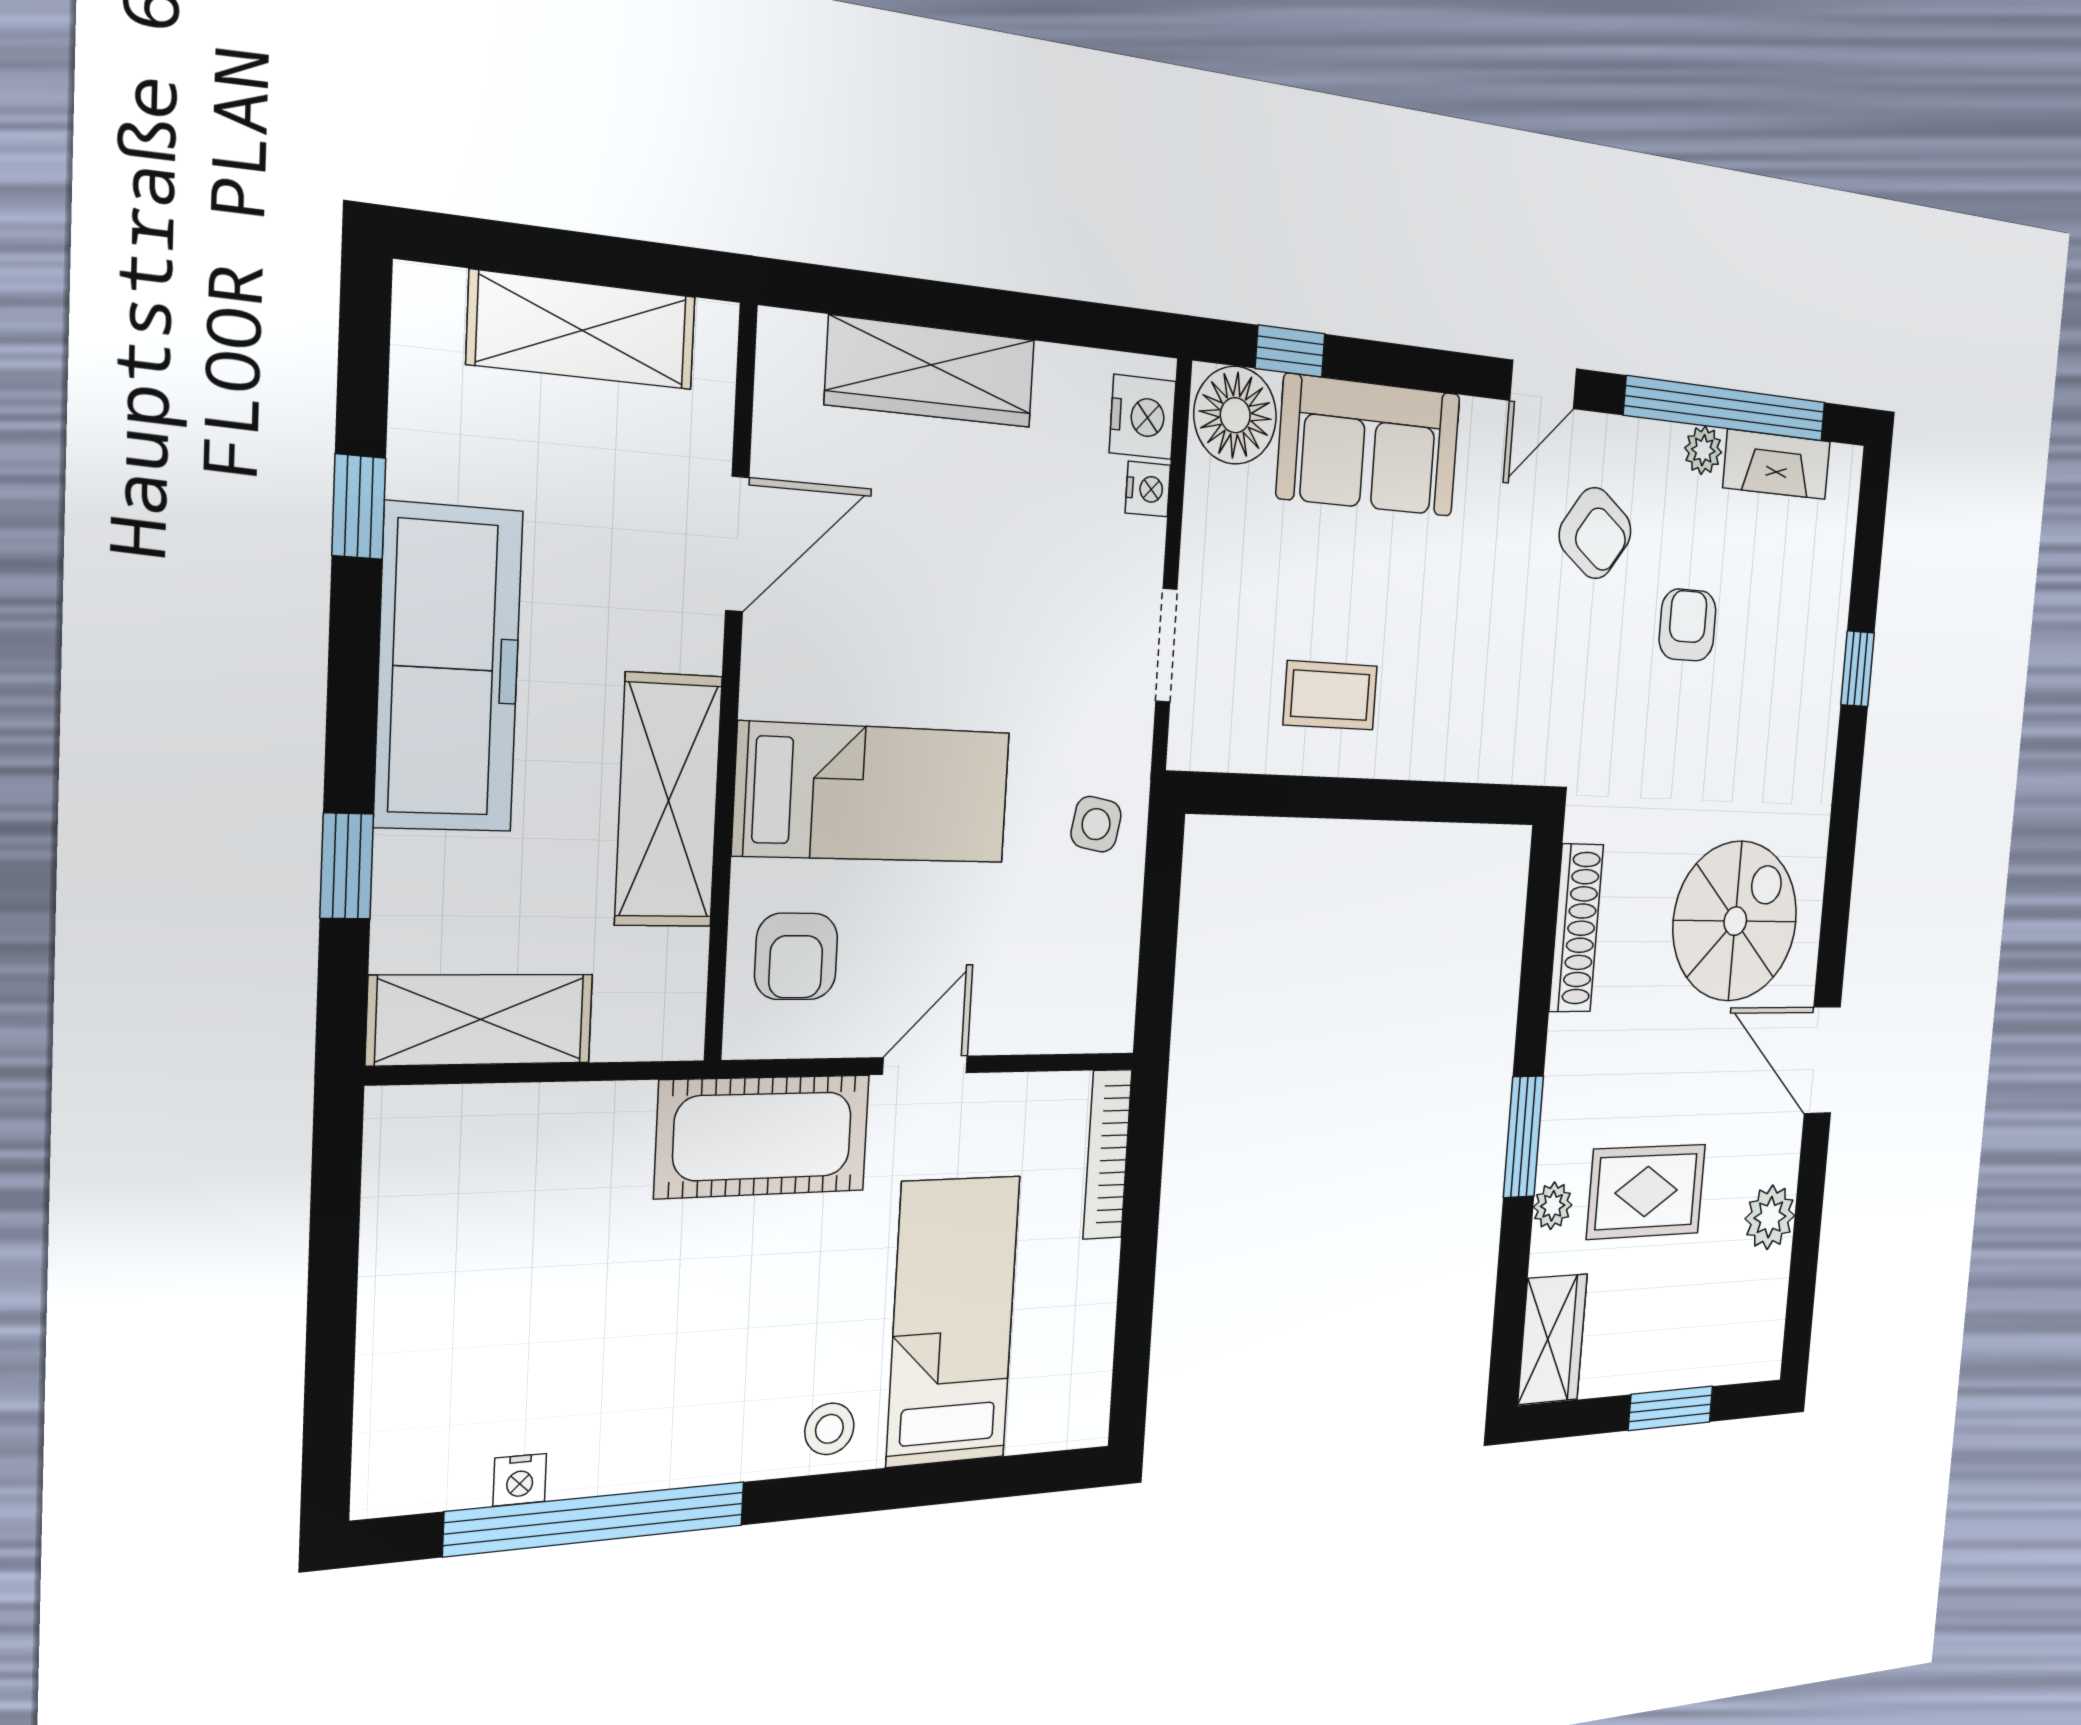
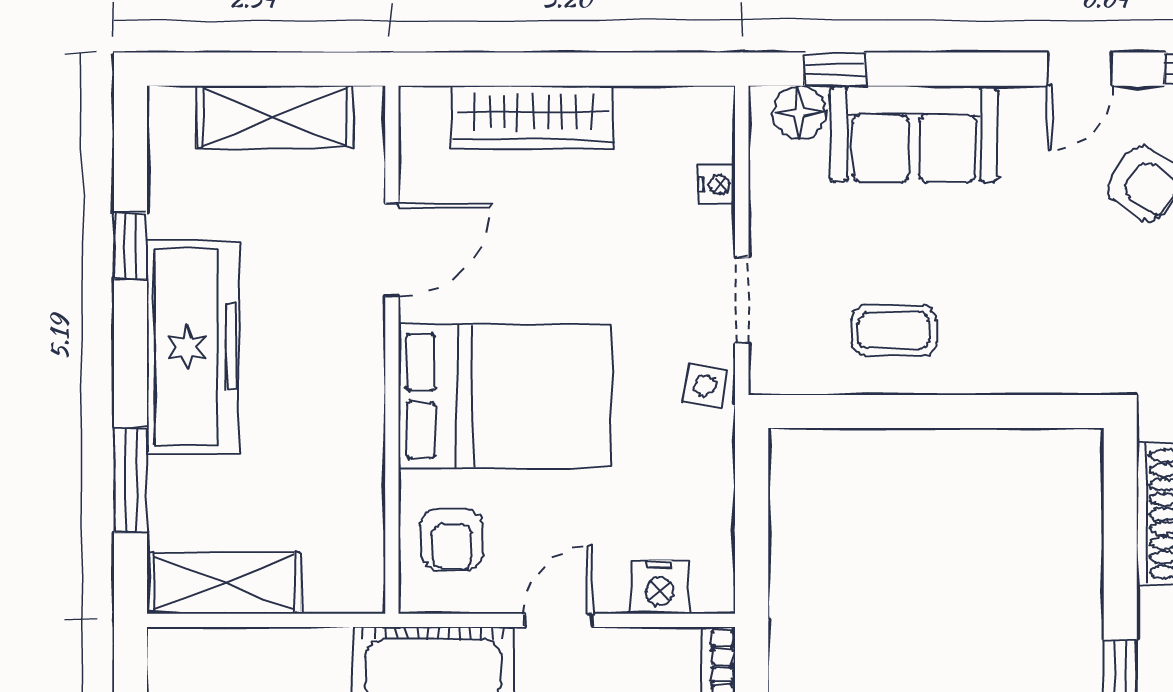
floor lamp: (1235, 415) -> (799, 112), width x0.73, depth x0.73
nightstand: (1143, 417) -> (660, 587), moved, turned 90
bed: (873, 793) -> (505, 396), width x1.50
shelving: (668, 801) -> (350, 430), removed
side table: (1096, 824) -> (705, 385), moved
window: (347, 866) -> (130, 480), width x1.50

